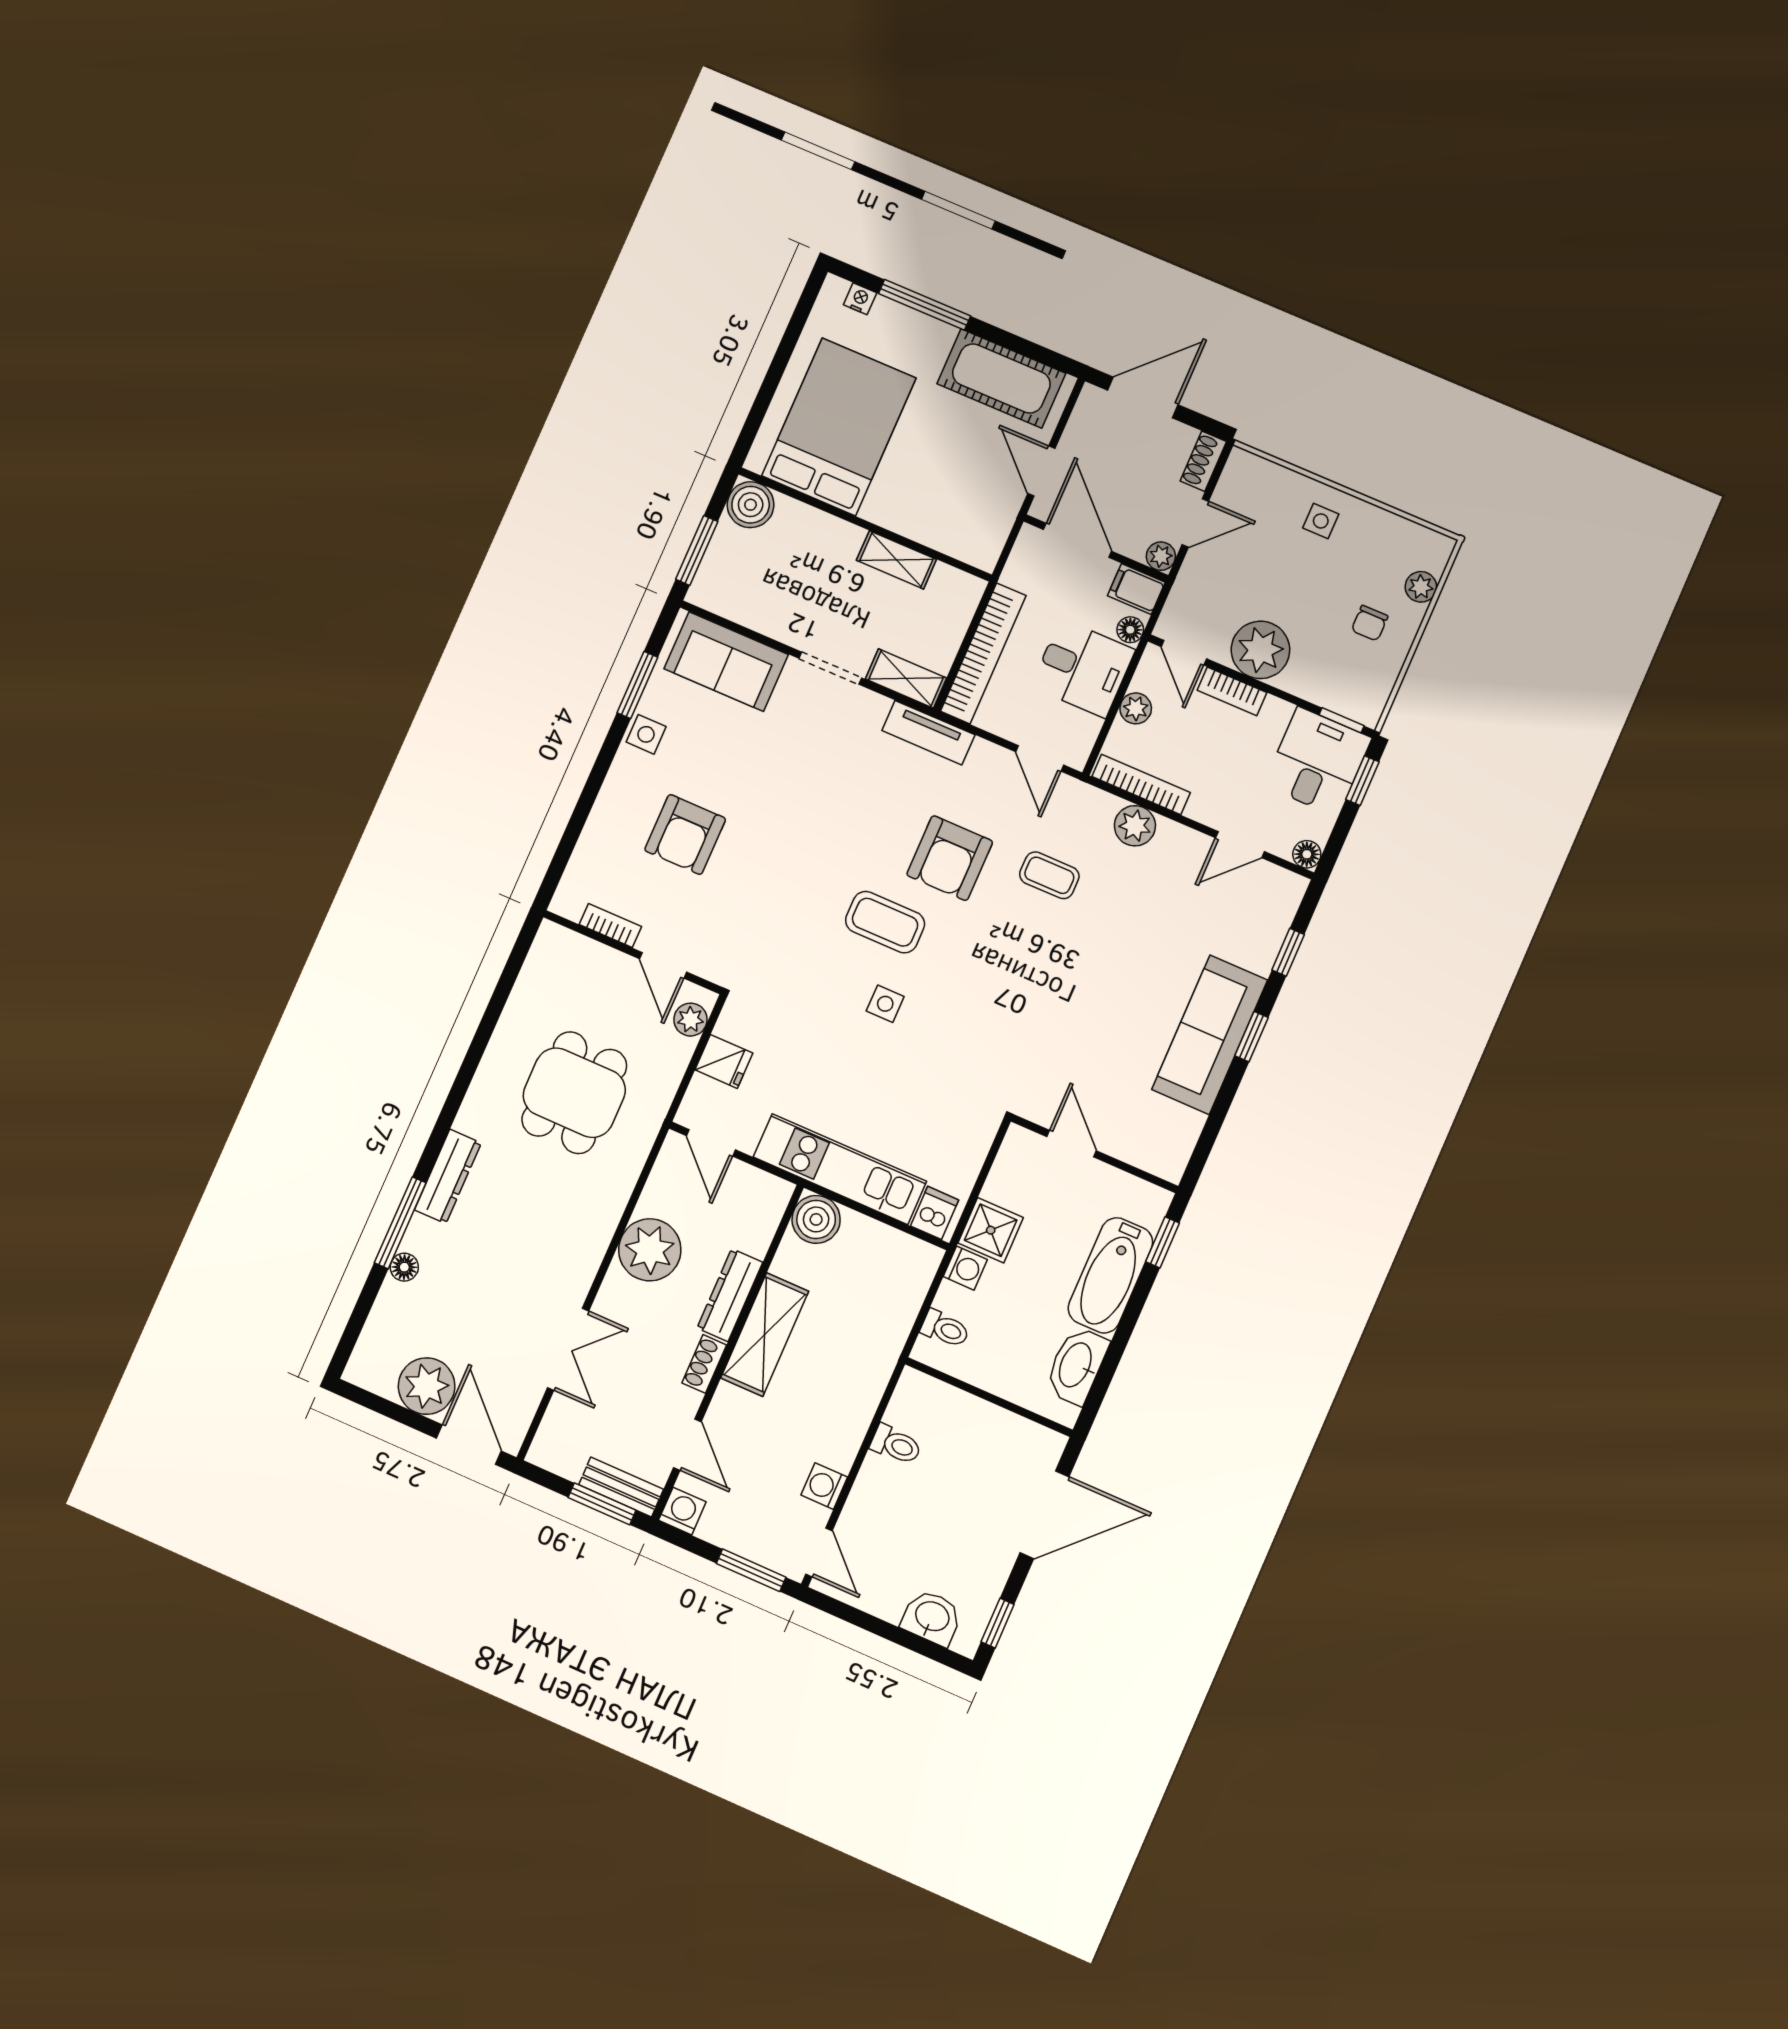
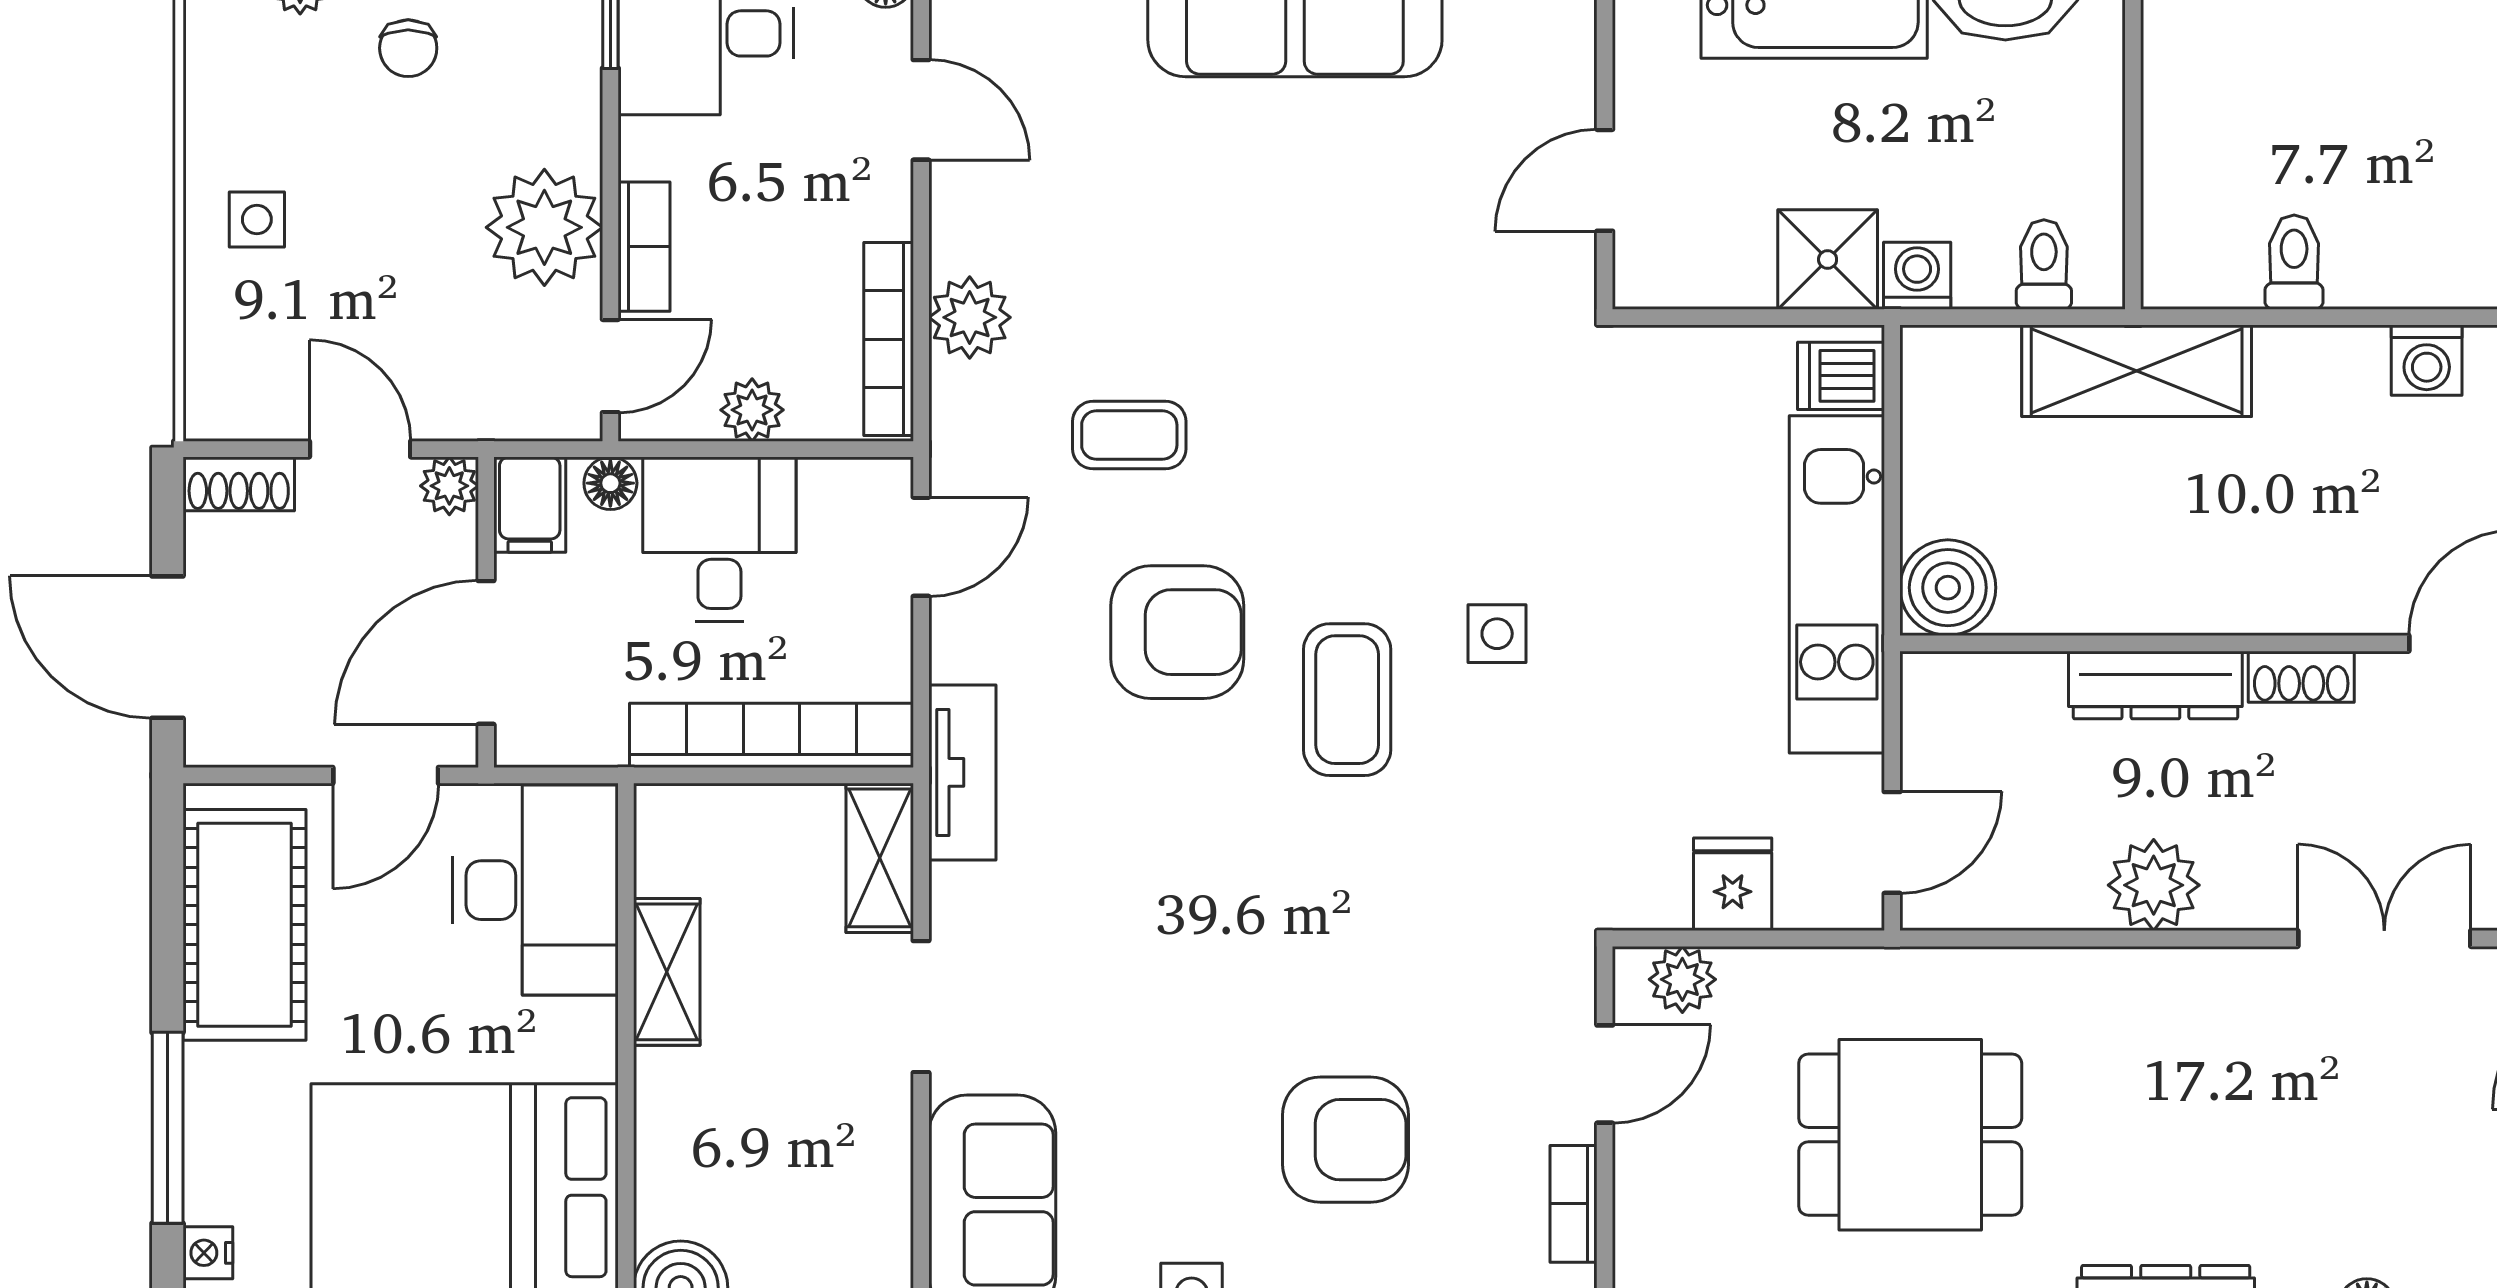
desk: (960, 516) -> (535, 890), added
chair: (1370, 623) -> (408, 48), turned 90
coffee table: (1049, 875) -> (1129, 435), turned 90
plant: (650, 1250) -> (2154, 885), width x0.73, depth x0.73
shelving: (765, 1335) -> (2137, 371), moved

